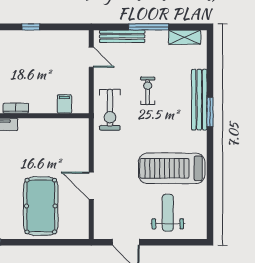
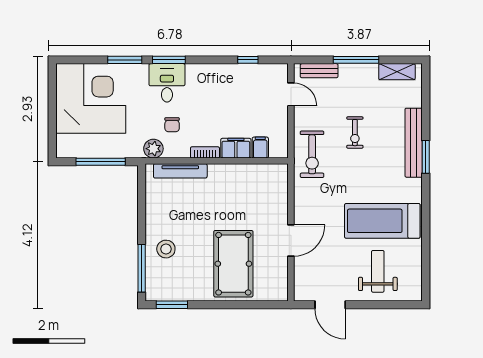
window: (31, 27) -> (248, 60), moved
bench: (122, 36) -> (319, 71), width x0.73
exercise bike: (148, 91) -> (355, 133), turned 180
filing cabinet: (43, 105) -> (236, 148), added
door: (91, 186) -> (291, 241), swing flipped

